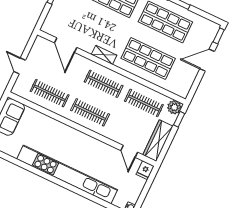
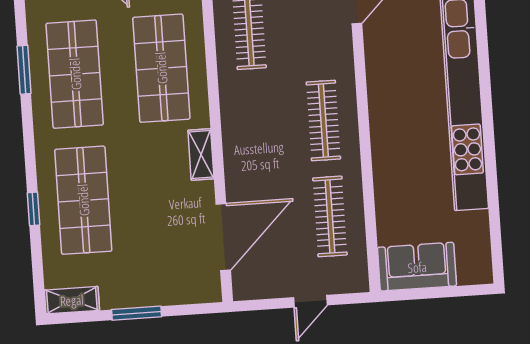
door: (66, 45) -> (223, 237), width x1.36
clothes rail: (104, 84) -> (256, 125), removed

